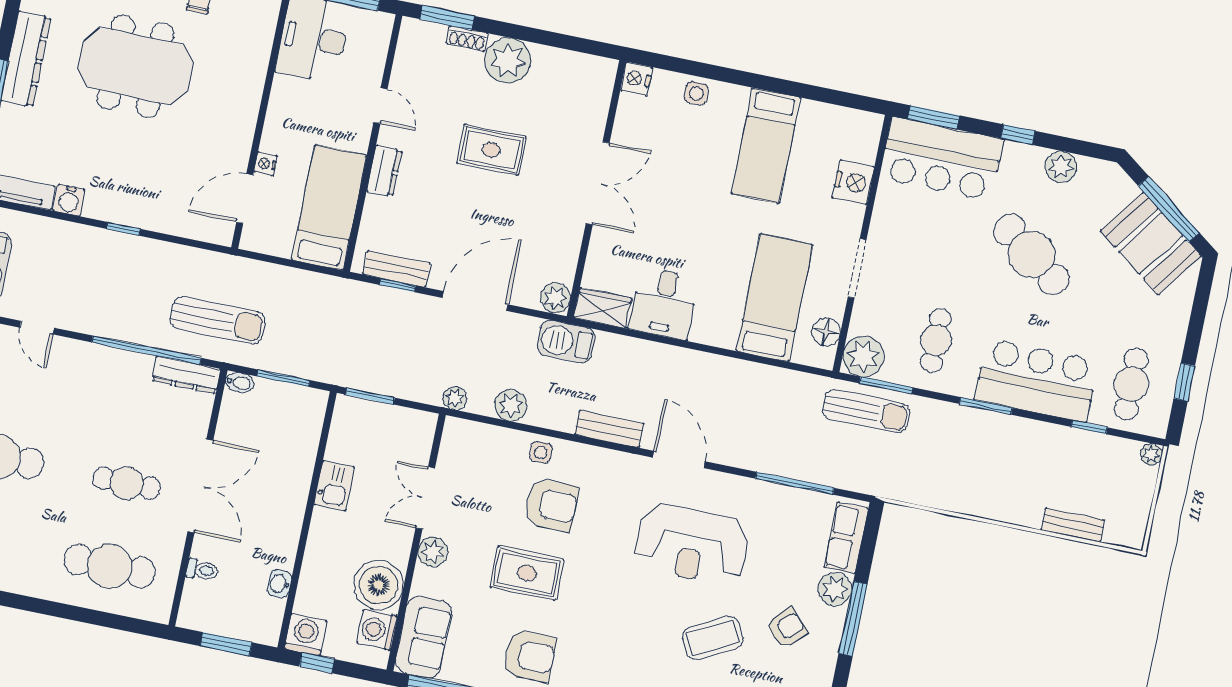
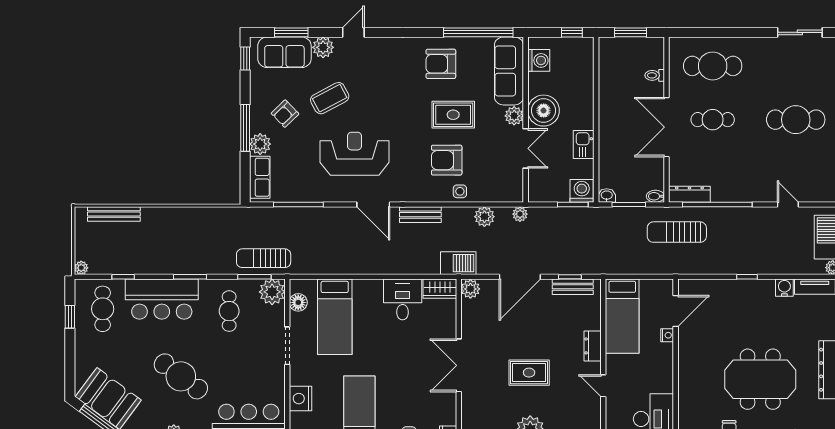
bench: (1073, 525) -> (114, 214), width x1.36
washbasin: (279, 584) -> (607, 195), moved, turned -90
boiler: (379, 585) -> (544, 111), moved
washing machine: (306, 635) -> (582, 191), moved, turned 180
sofa: (424, 637) -> (509, 71), width x1.36

